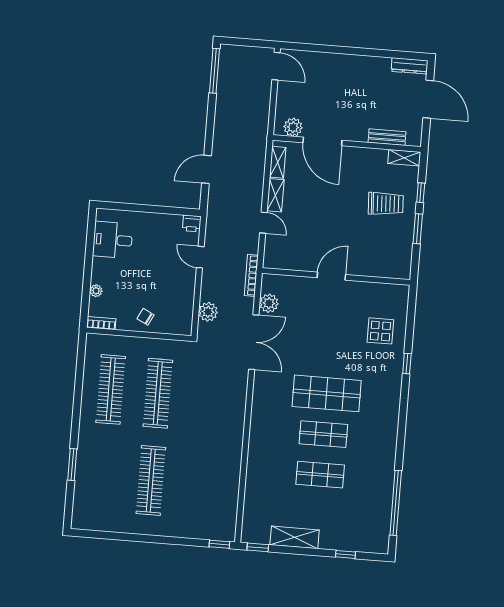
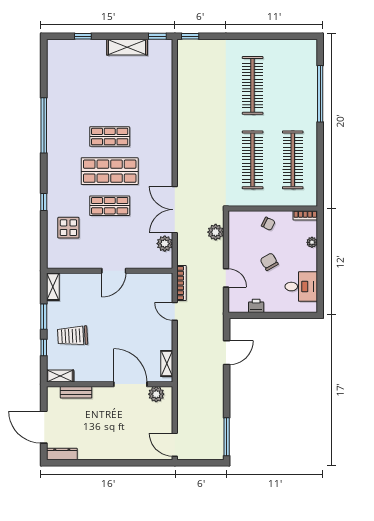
shelving: (275, 195) -> (53, 287), moved
printer: (192, 223) -> (256, 306), moved
chair: (148, 272) -> (269, 262), added
bookcase: (251, 275) -> (182, 283), moved
window: (72, 464) -> (320, 94), width x2.11
shop shelf: (320, 475) -> (110, 206), moved
window: (396, 503) -> (44, 125), moved

